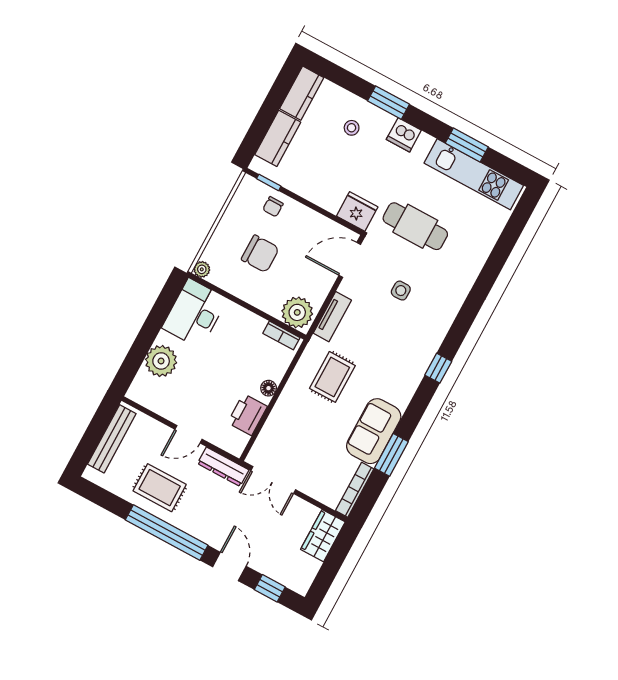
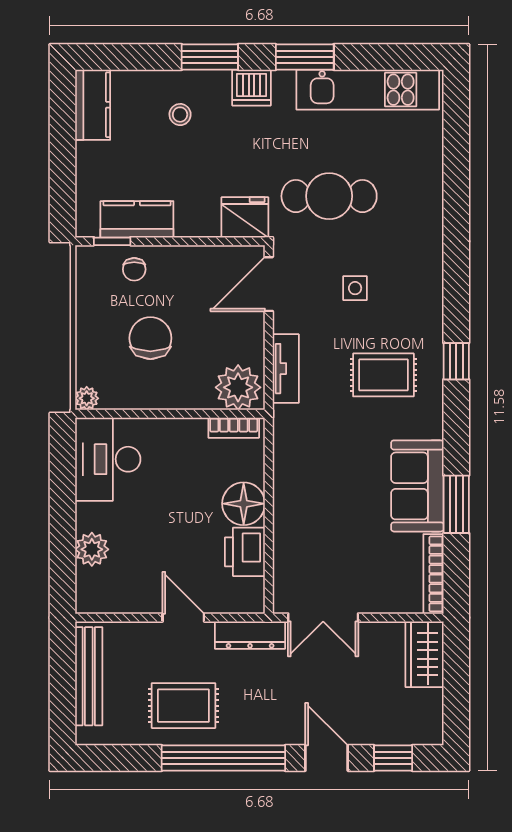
kitchen counter: (278, 138) -> (137, 219), moved, turned -90
window: (467, 145) -> (305, 57), moved
chair: (260, 254) -> (150, 338), turned -90
plant: (161, 361) -> (92, 549), width x0.73, depth x0.73
rug: (332, 377) -> (383, 375), moved, turned 90
floor lamp: (269, 388) -> (244, 504), width x1.89, depth x1.89
door: (188, 434) -> (183, 618), swing flipped

